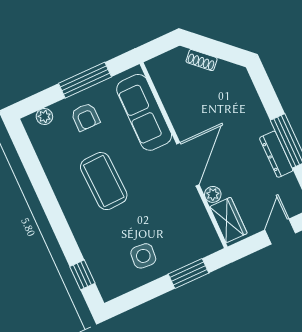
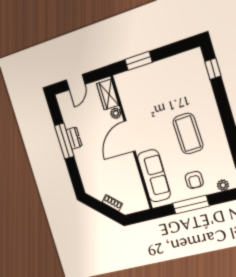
armchair: (85, 117) -> (194, 180), turned 180
dresser: (276, 154) -> (74, 138), width x0.70
side table: (143, 256) -> (168, 77), removed

